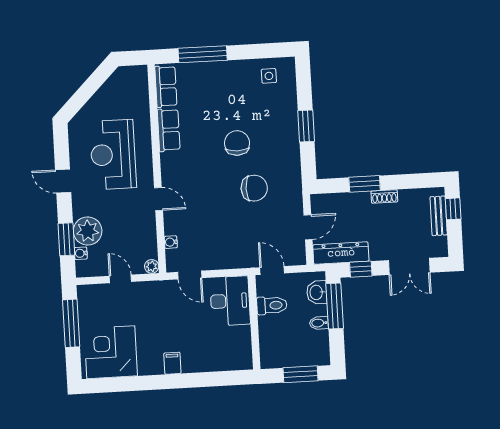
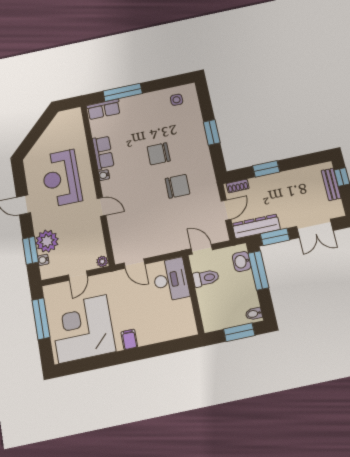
row of seats: (166, 86) -> (104, 109), moved, turned 90
chair: (237, 143) -> (159, 154), turned -90
shoe rack: (384, 196) -> (238, 186), moved
water cooler: (171, 242) -> (104, 175), moved
window: (361, 269) -> (275, 237), width x1.50
door: (120, 279) -> (78, 276), swing flipped
bidet: (319, 323) -> (254, 314), moved
corner desk: (111, 352) -> (83, 329), width x1.36, depth x1.36

